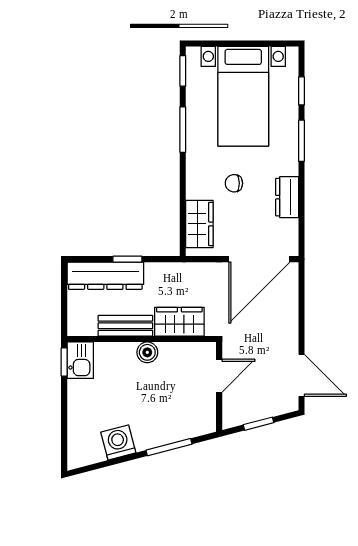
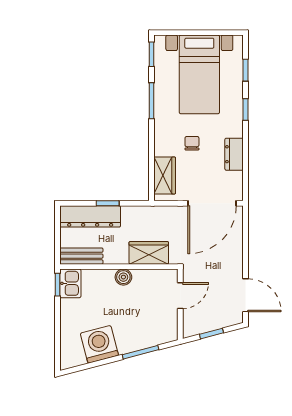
window: (301, 141) -> (245, 110), width x0.67
chair: (234, 183) -> (192, 143), turned 90
bench: (125, 326) -> (81, 256), moved
washing machine: (118, 443) -> (99, 344), width x1.37, depth x1.37

